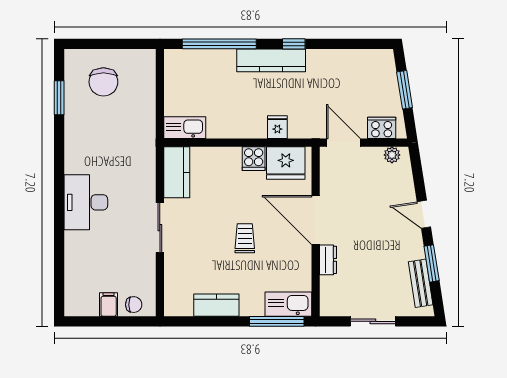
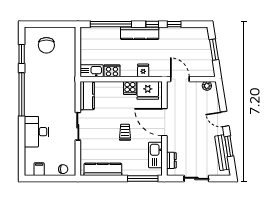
window: (333, 44) -> (174, 24), added
cooker: (382, 128) -> (112, 71), moved
window: (59, 170) -> (22, 94), added
desk: (86, 202) -> (37, 132), moved
dresser: (328, 260) -> (171, 160), moved
bench: (421, 283) -> (222, 153), width x1.36
kitchen sink: (288, 304) -> (155, 155), moved, turned -90
filing cabinet: (109, 305) -> (39, 169), moved
kitchen counter: (216, 305) -> (103, 169), width x1.50

